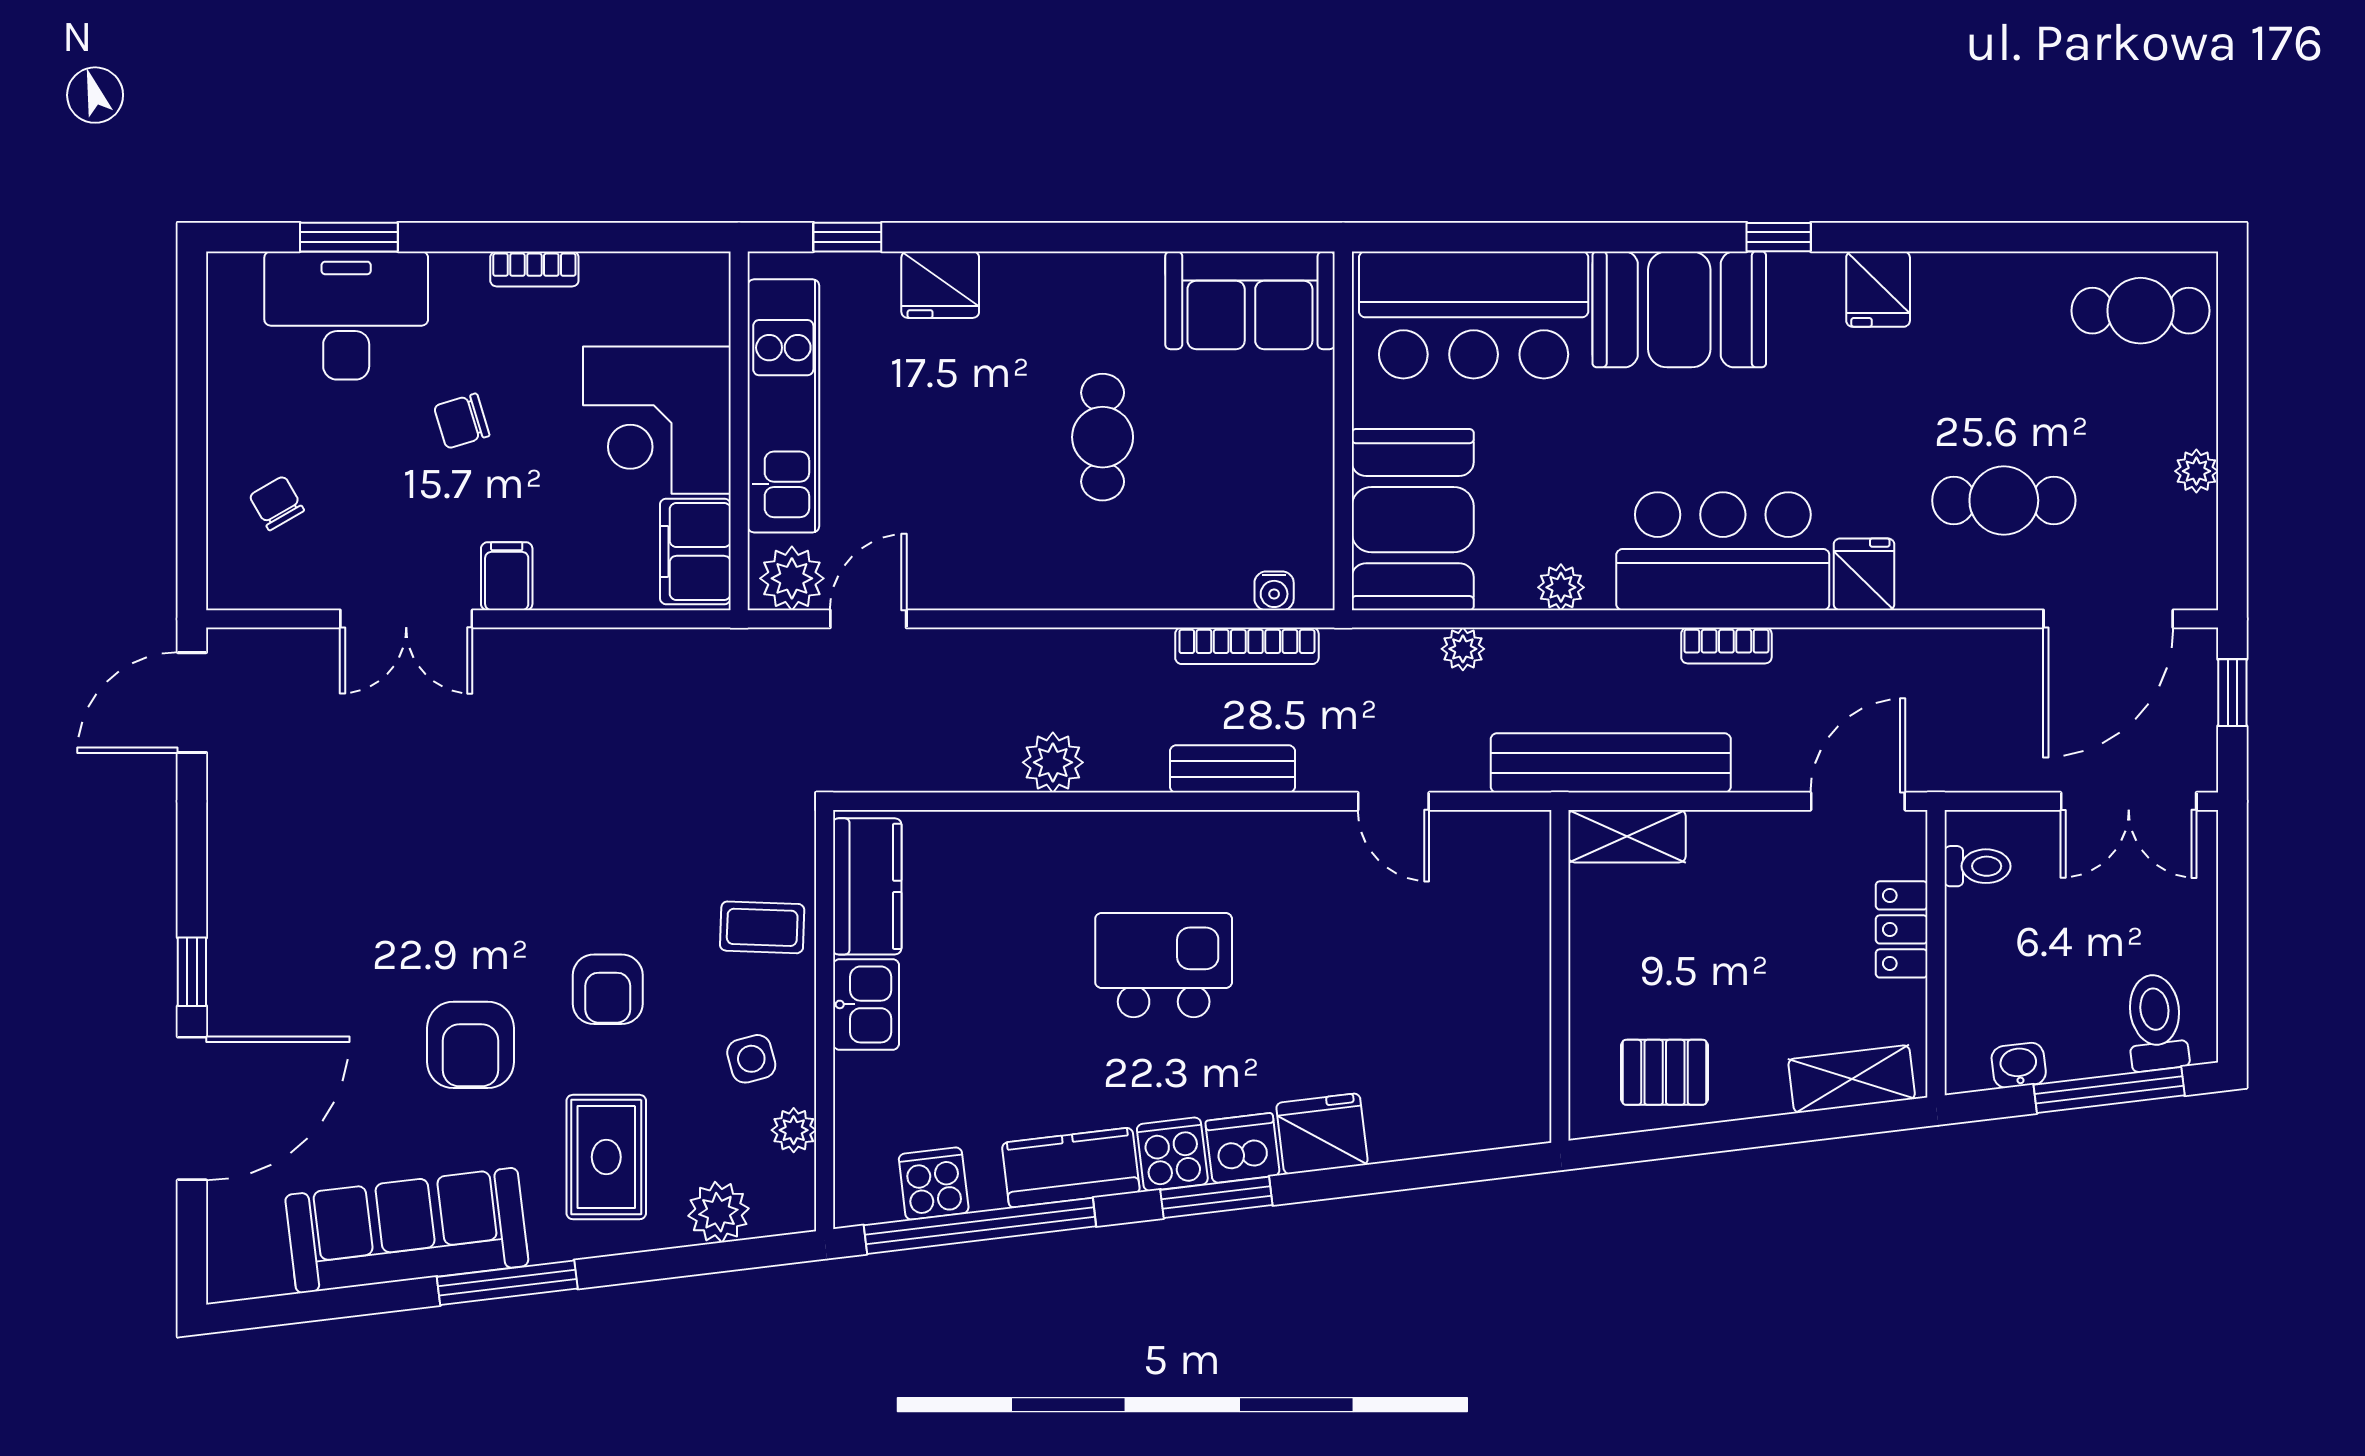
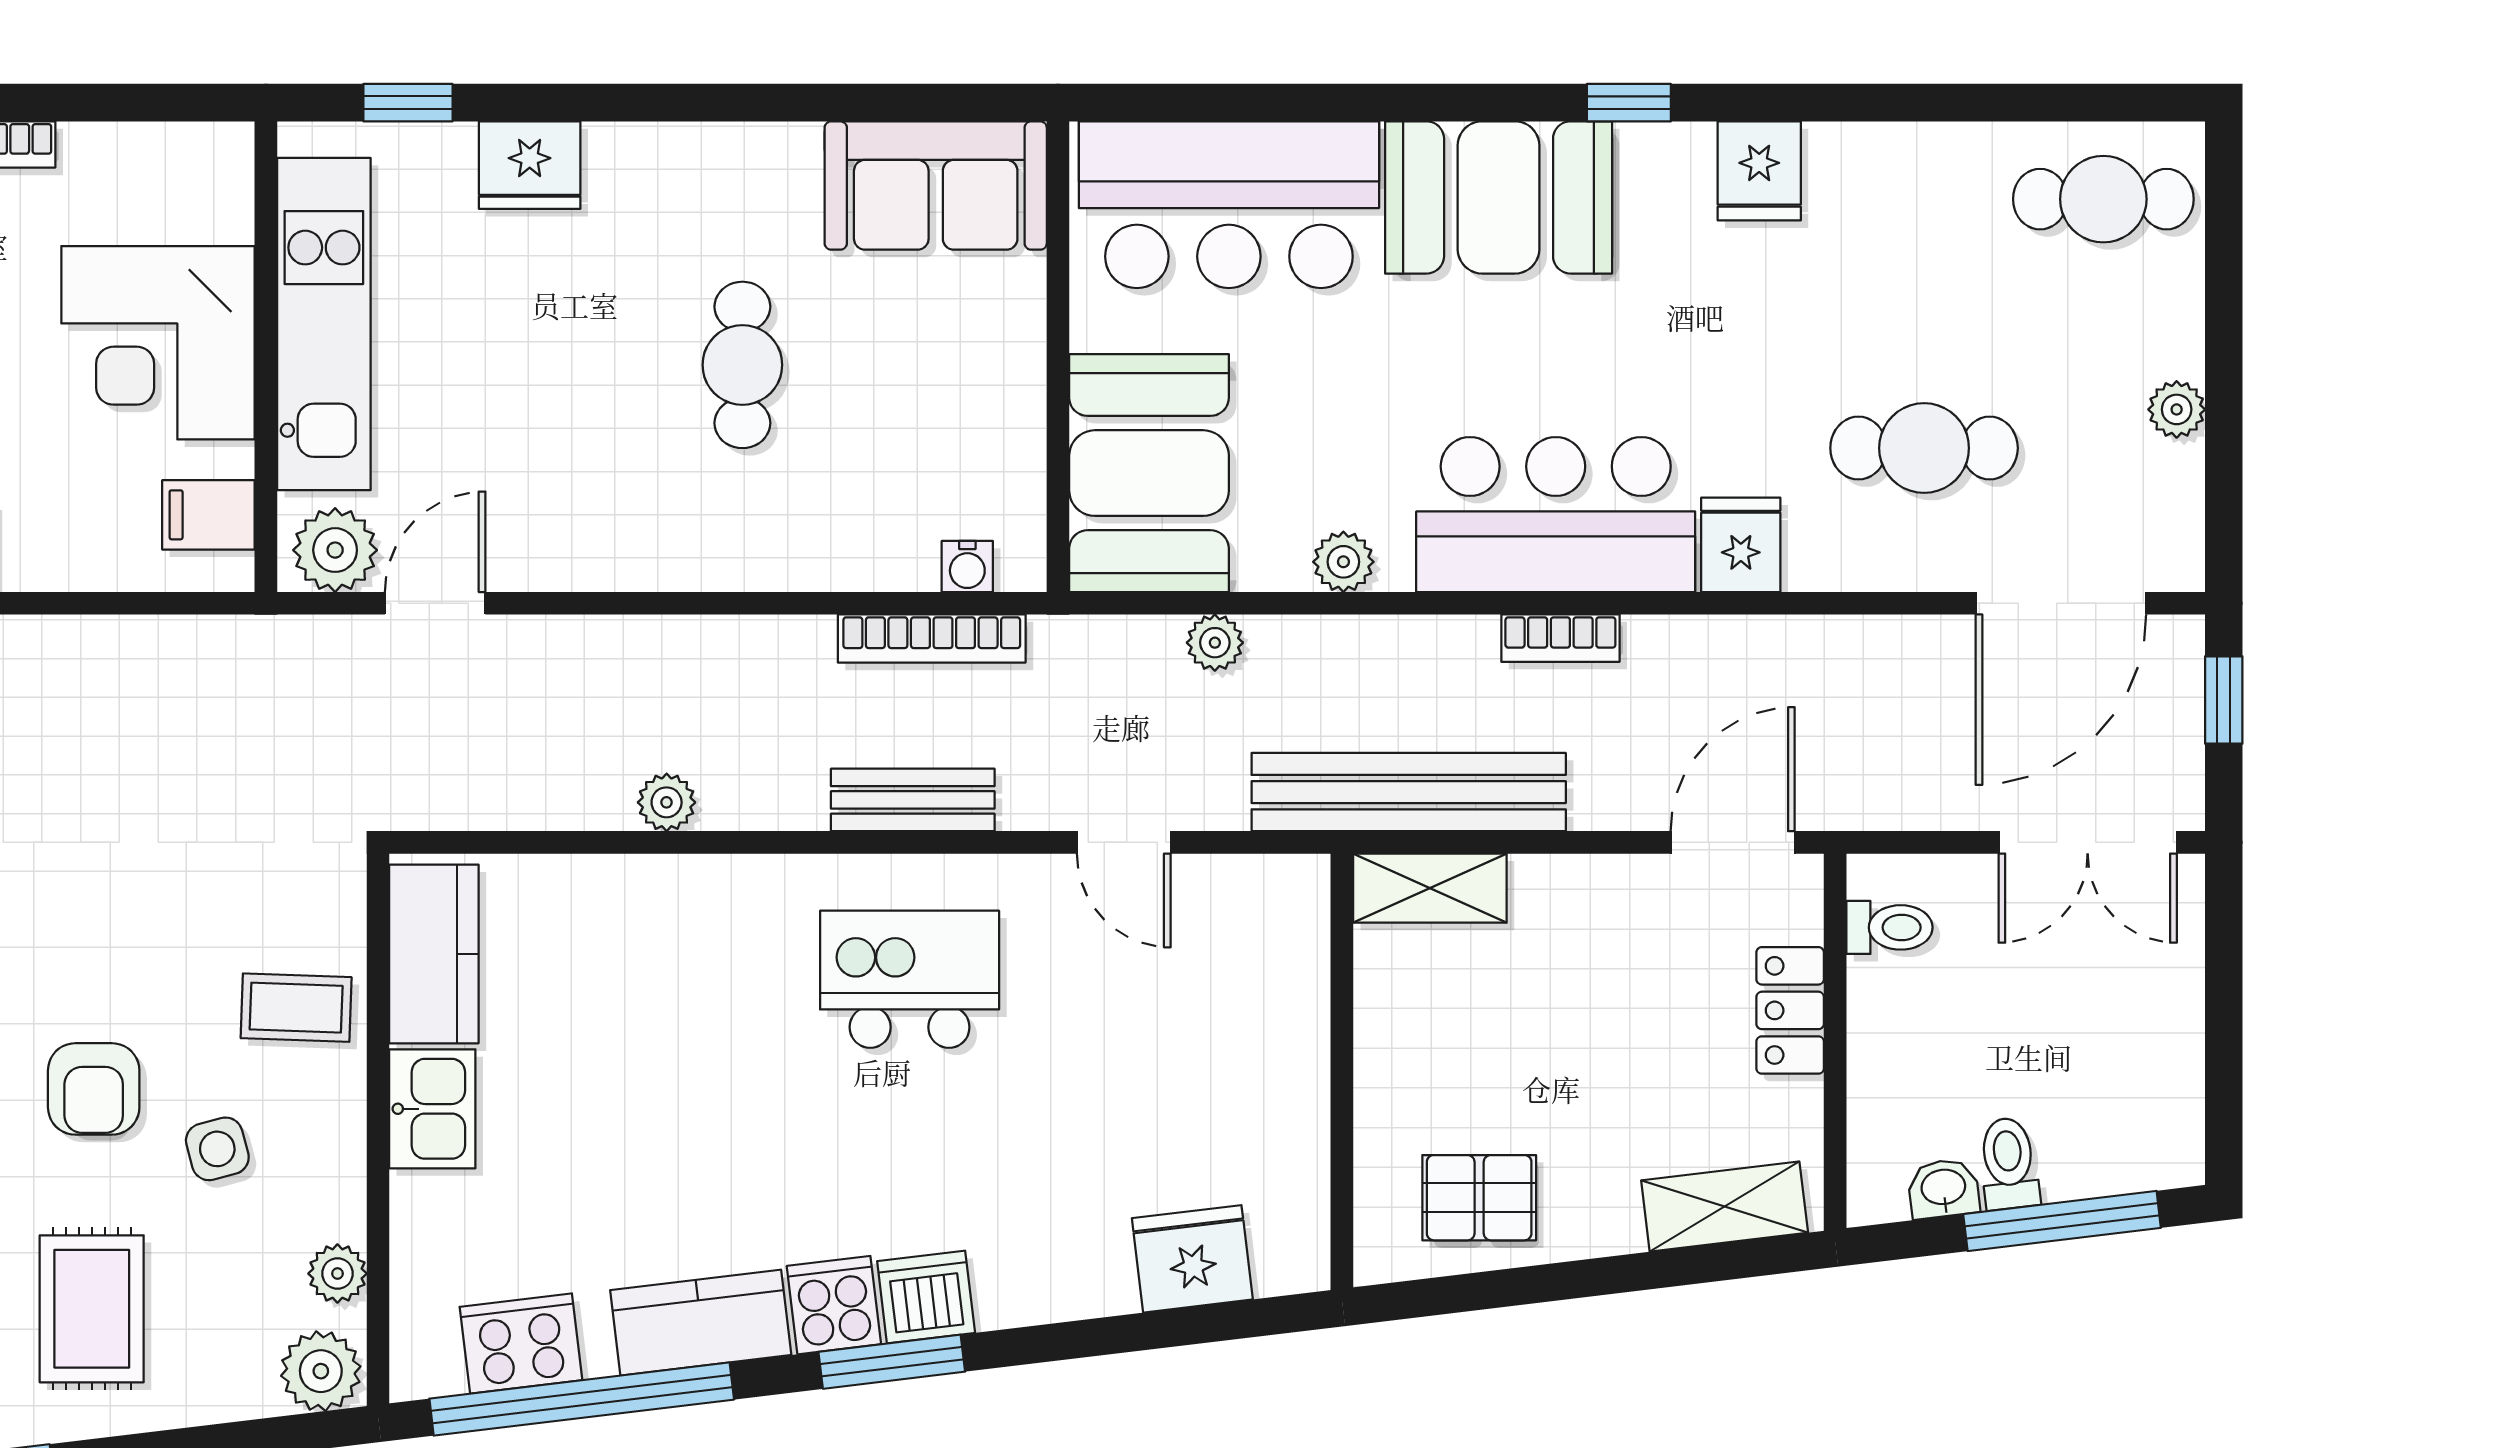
filing cabinet: (695, 551) -> (208, 515), width x0.50
plant: (1053, 762) -> (667, 802), width x0.73, depth x0.73
kitchen island: (1164, 965) -> (910, 979), moved
toilet: (2156, 1022) -> (2009, 1163), moved, width x0.73, depth x0.72
side table: (751, 1059) -> (217, 1149), moved
fridge: (1322, 1134) -> (1192, 1259), moved
cooker: (934, 1183) -> (521, 1343), width x1.36
plant: (718, 1212) -> (321, 1371), moved

